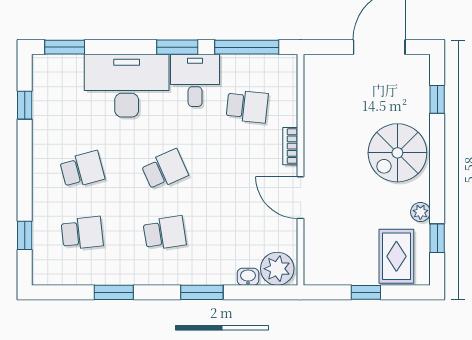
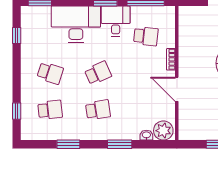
school desk: (82, 170) -> (50, 73), turned 33

